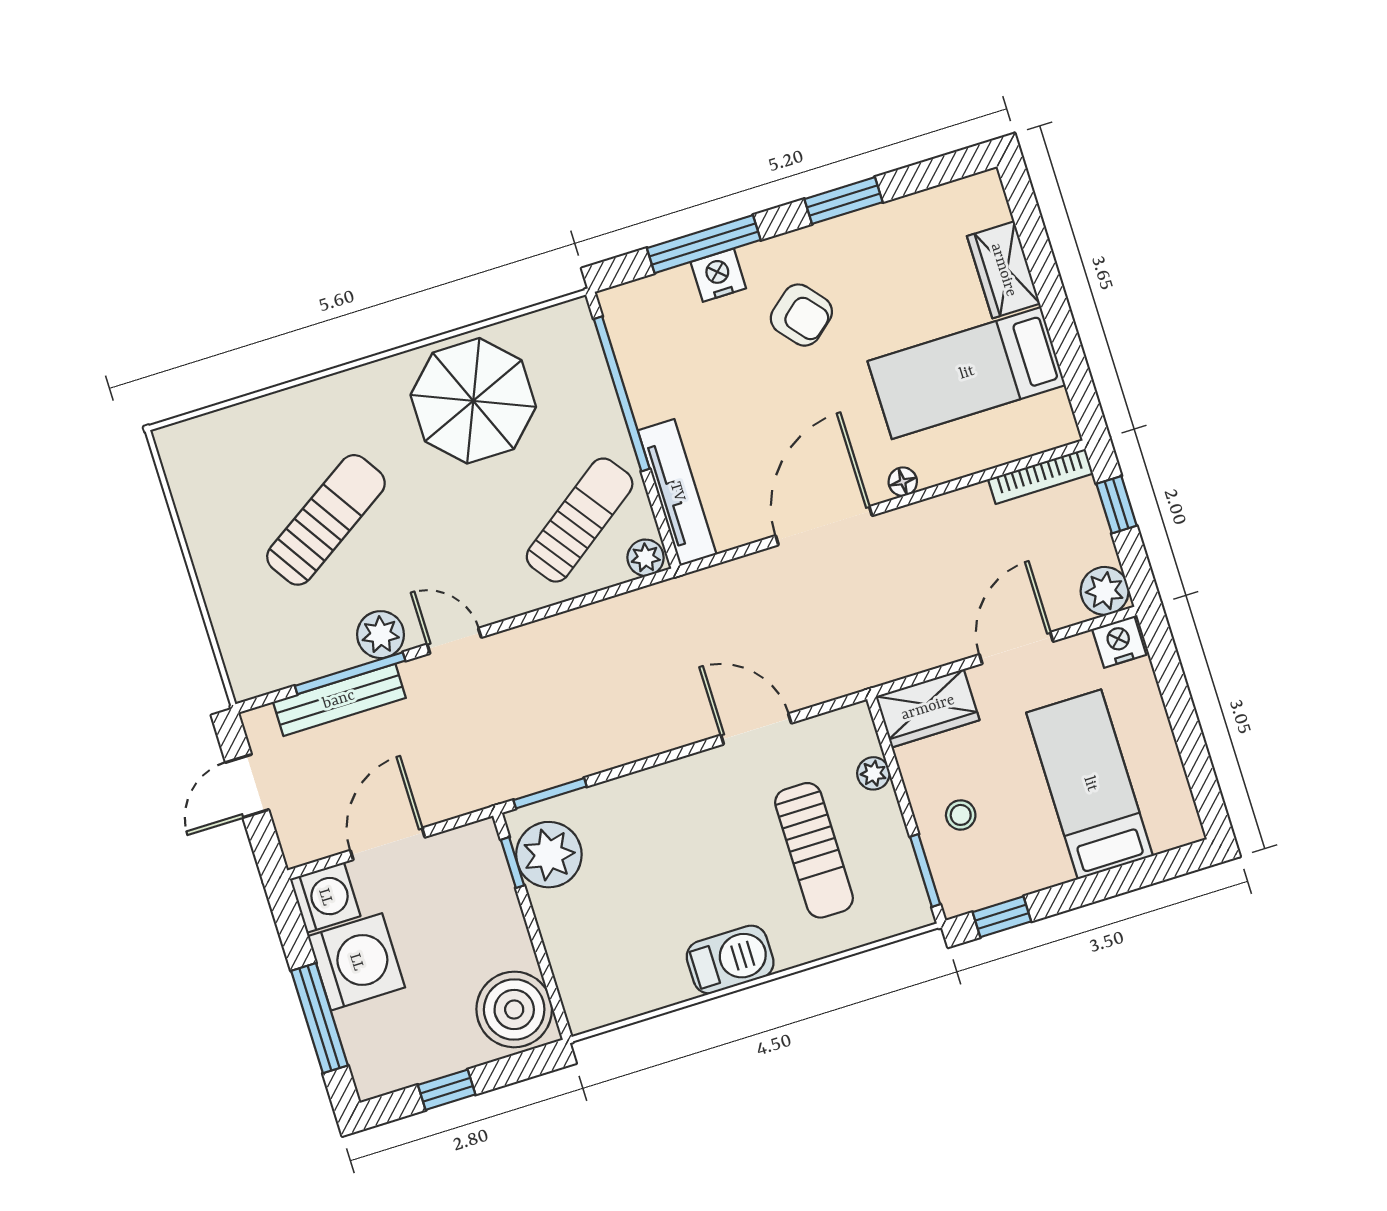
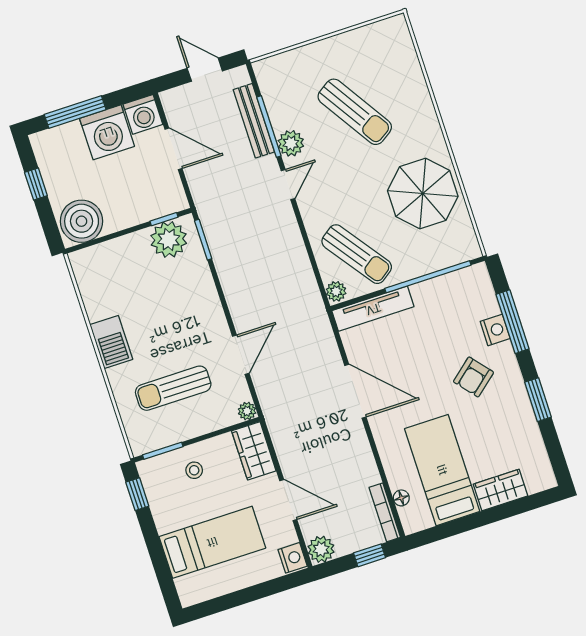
floor lamp: (903, 482) -> (401, 498), moved
plant: (873, 773) -> (247, 411), moved

